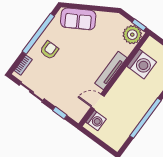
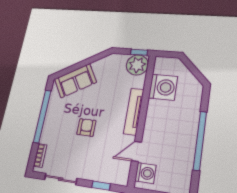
armchair: (49, 50) -> (86, 127), moved

